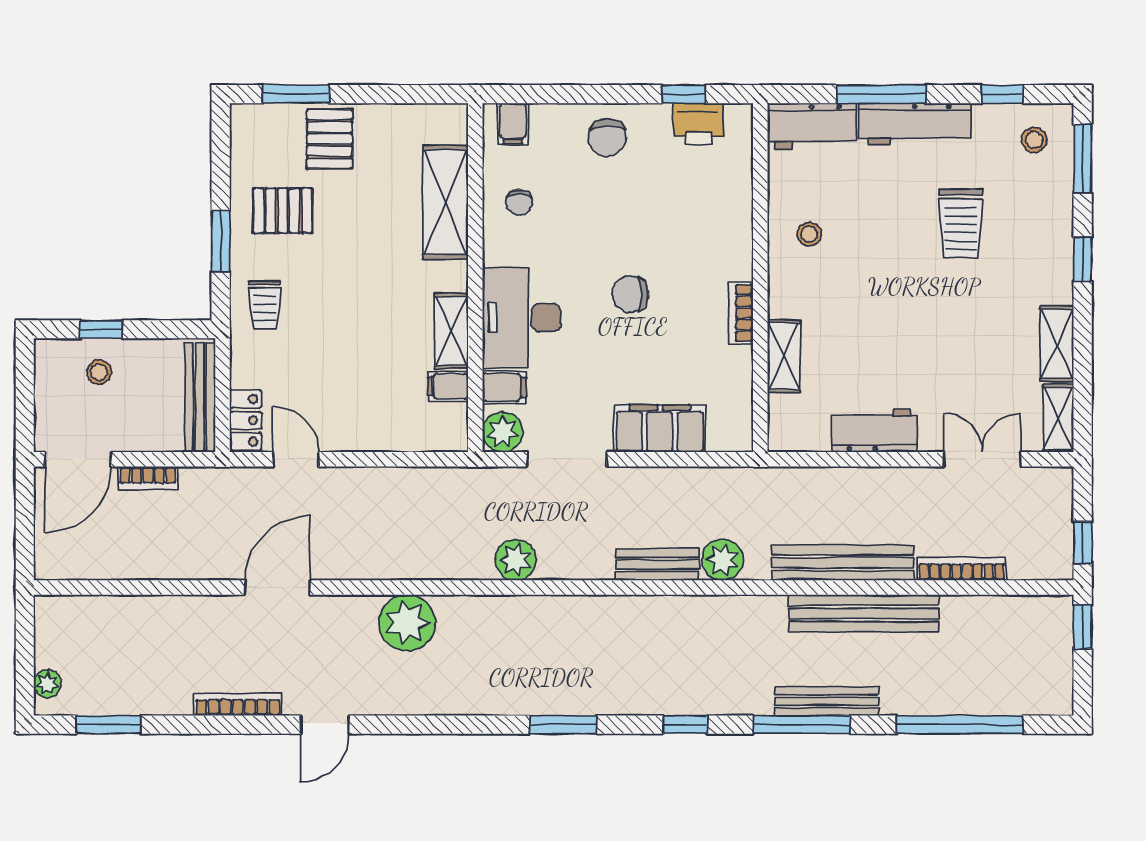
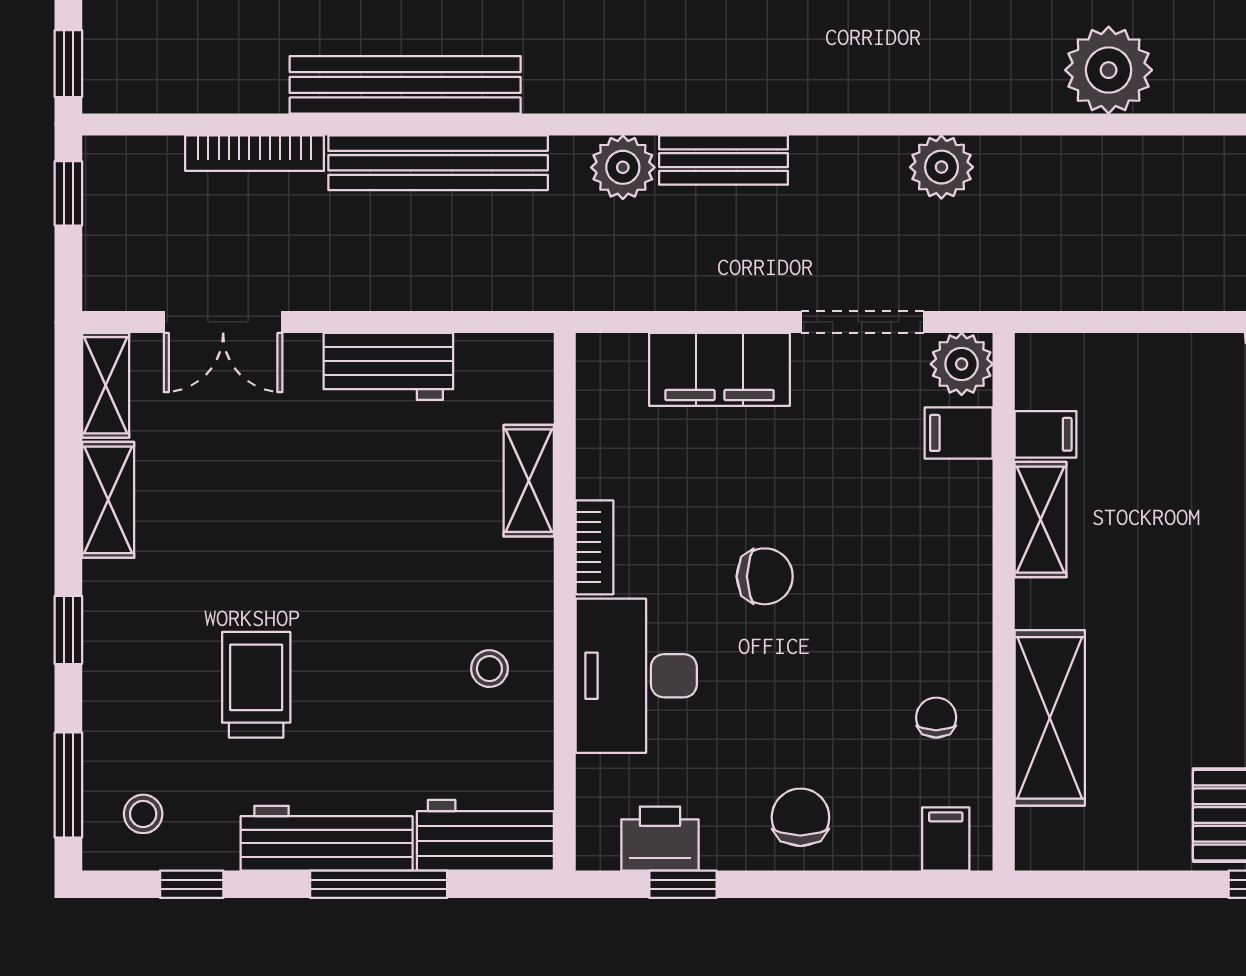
desk: (522, 318) -> (636, 676), moved, turned 180

